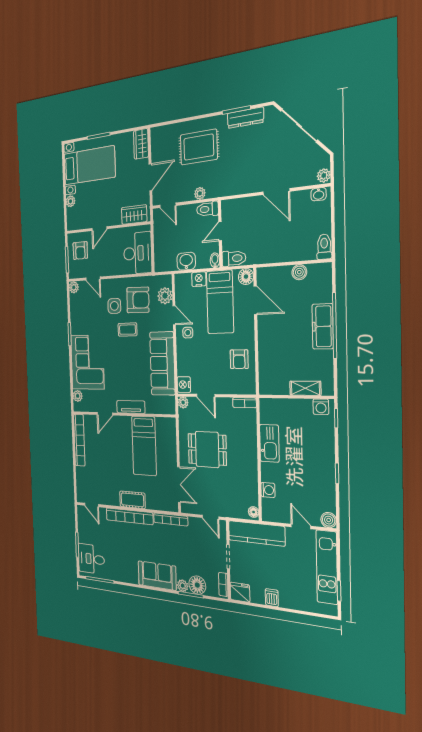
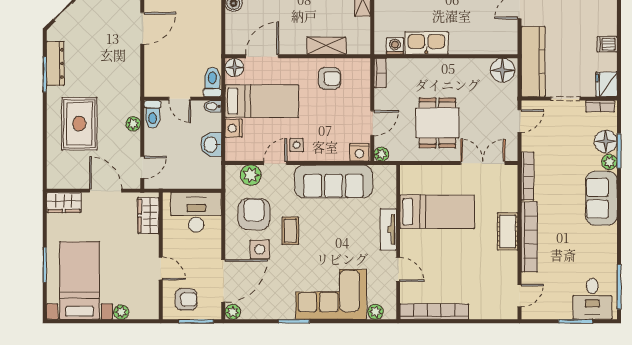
door: (93, 279) -> (223, 281), width x1.88
shelving: (265, 356) -> (326, 46), added
washing machine: (268, 490) -> (395, 46), moved
floor lamp: (254, 512) -> (503, 70), width x1.89, depth x1.89

